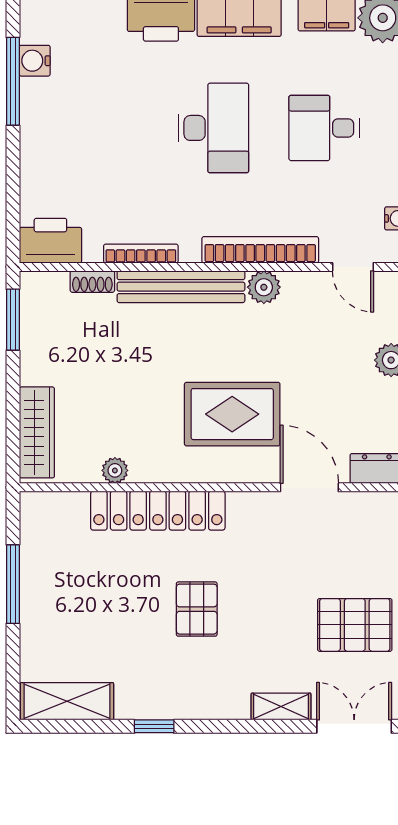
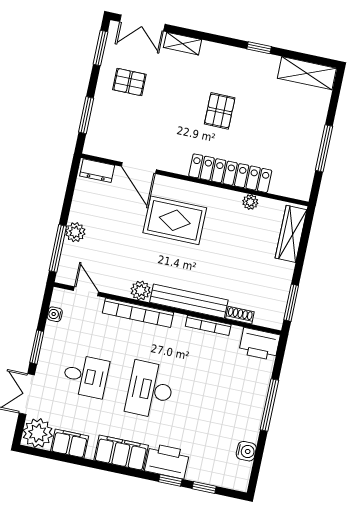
window: (13, 81) -> (269, 405), moved
pallet: (355, 625) -> (129, 82), width x0.67, depth x0.71

